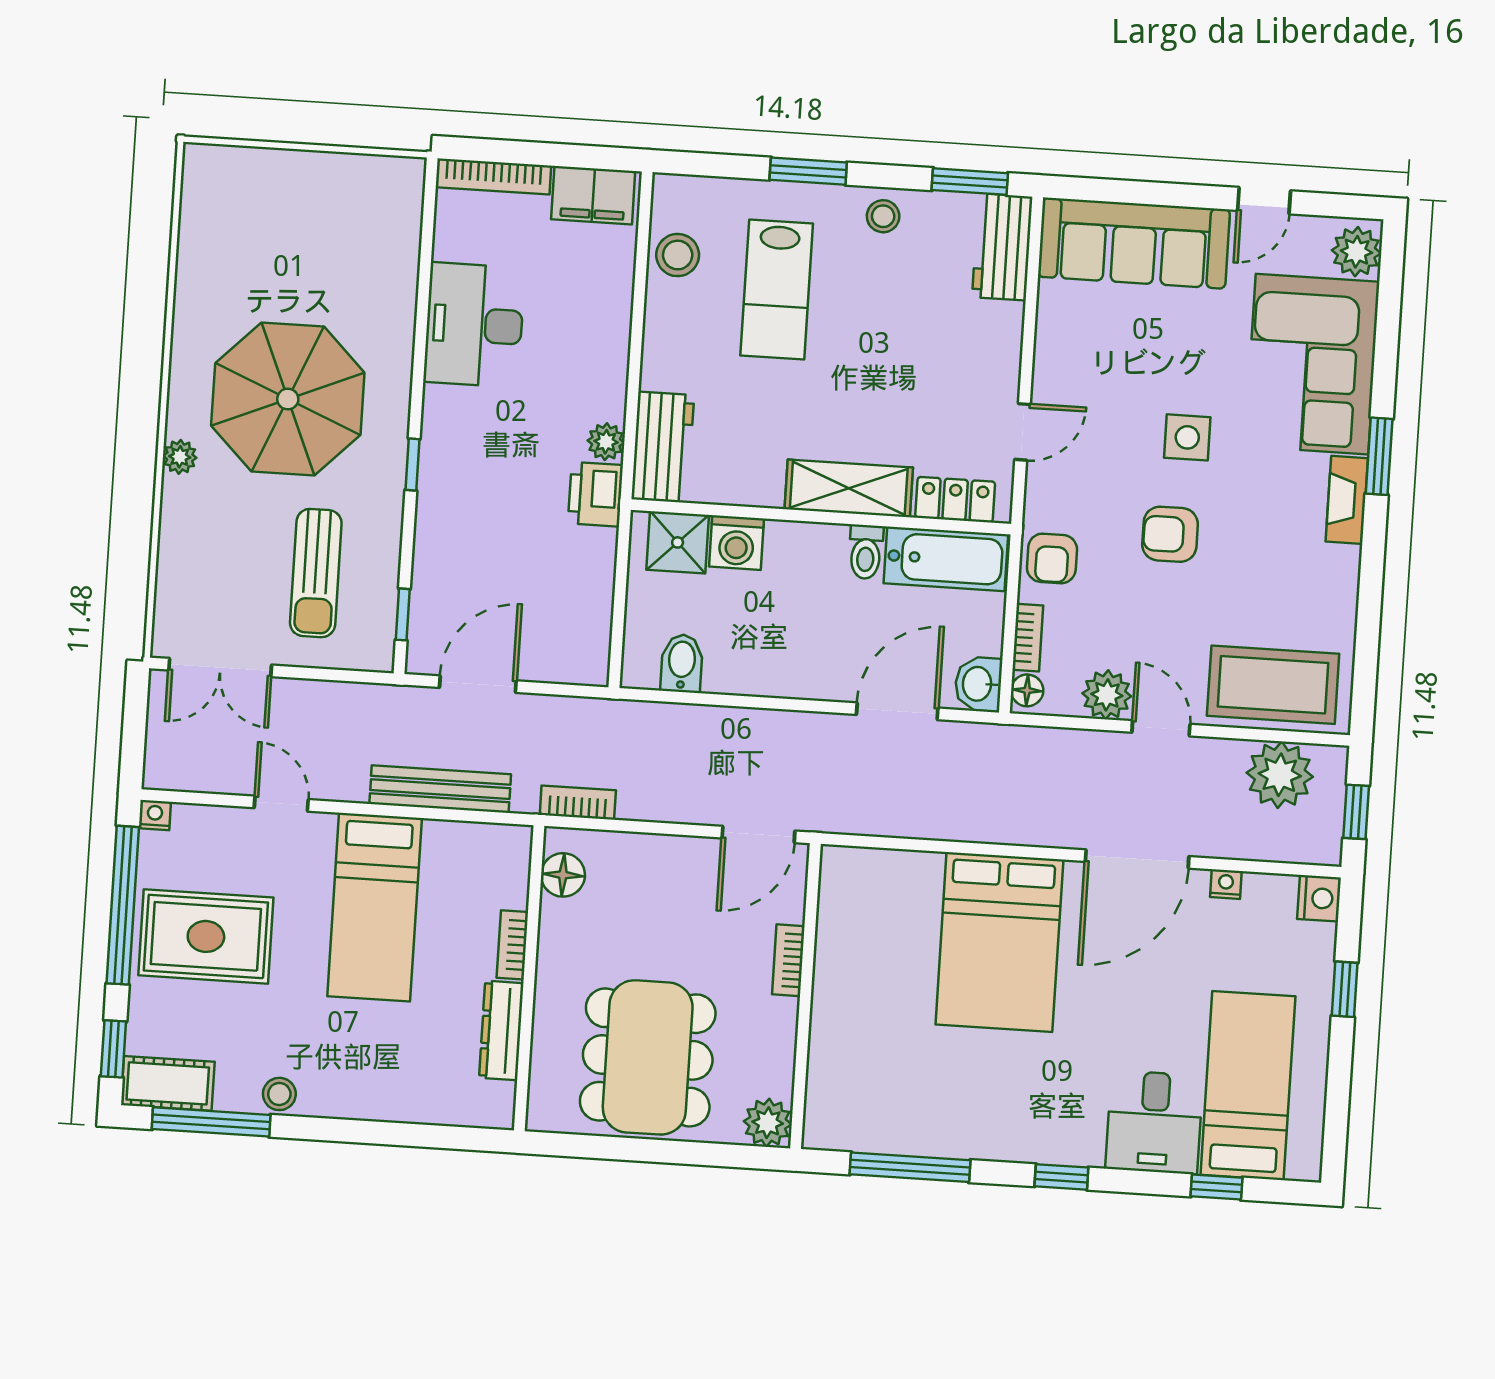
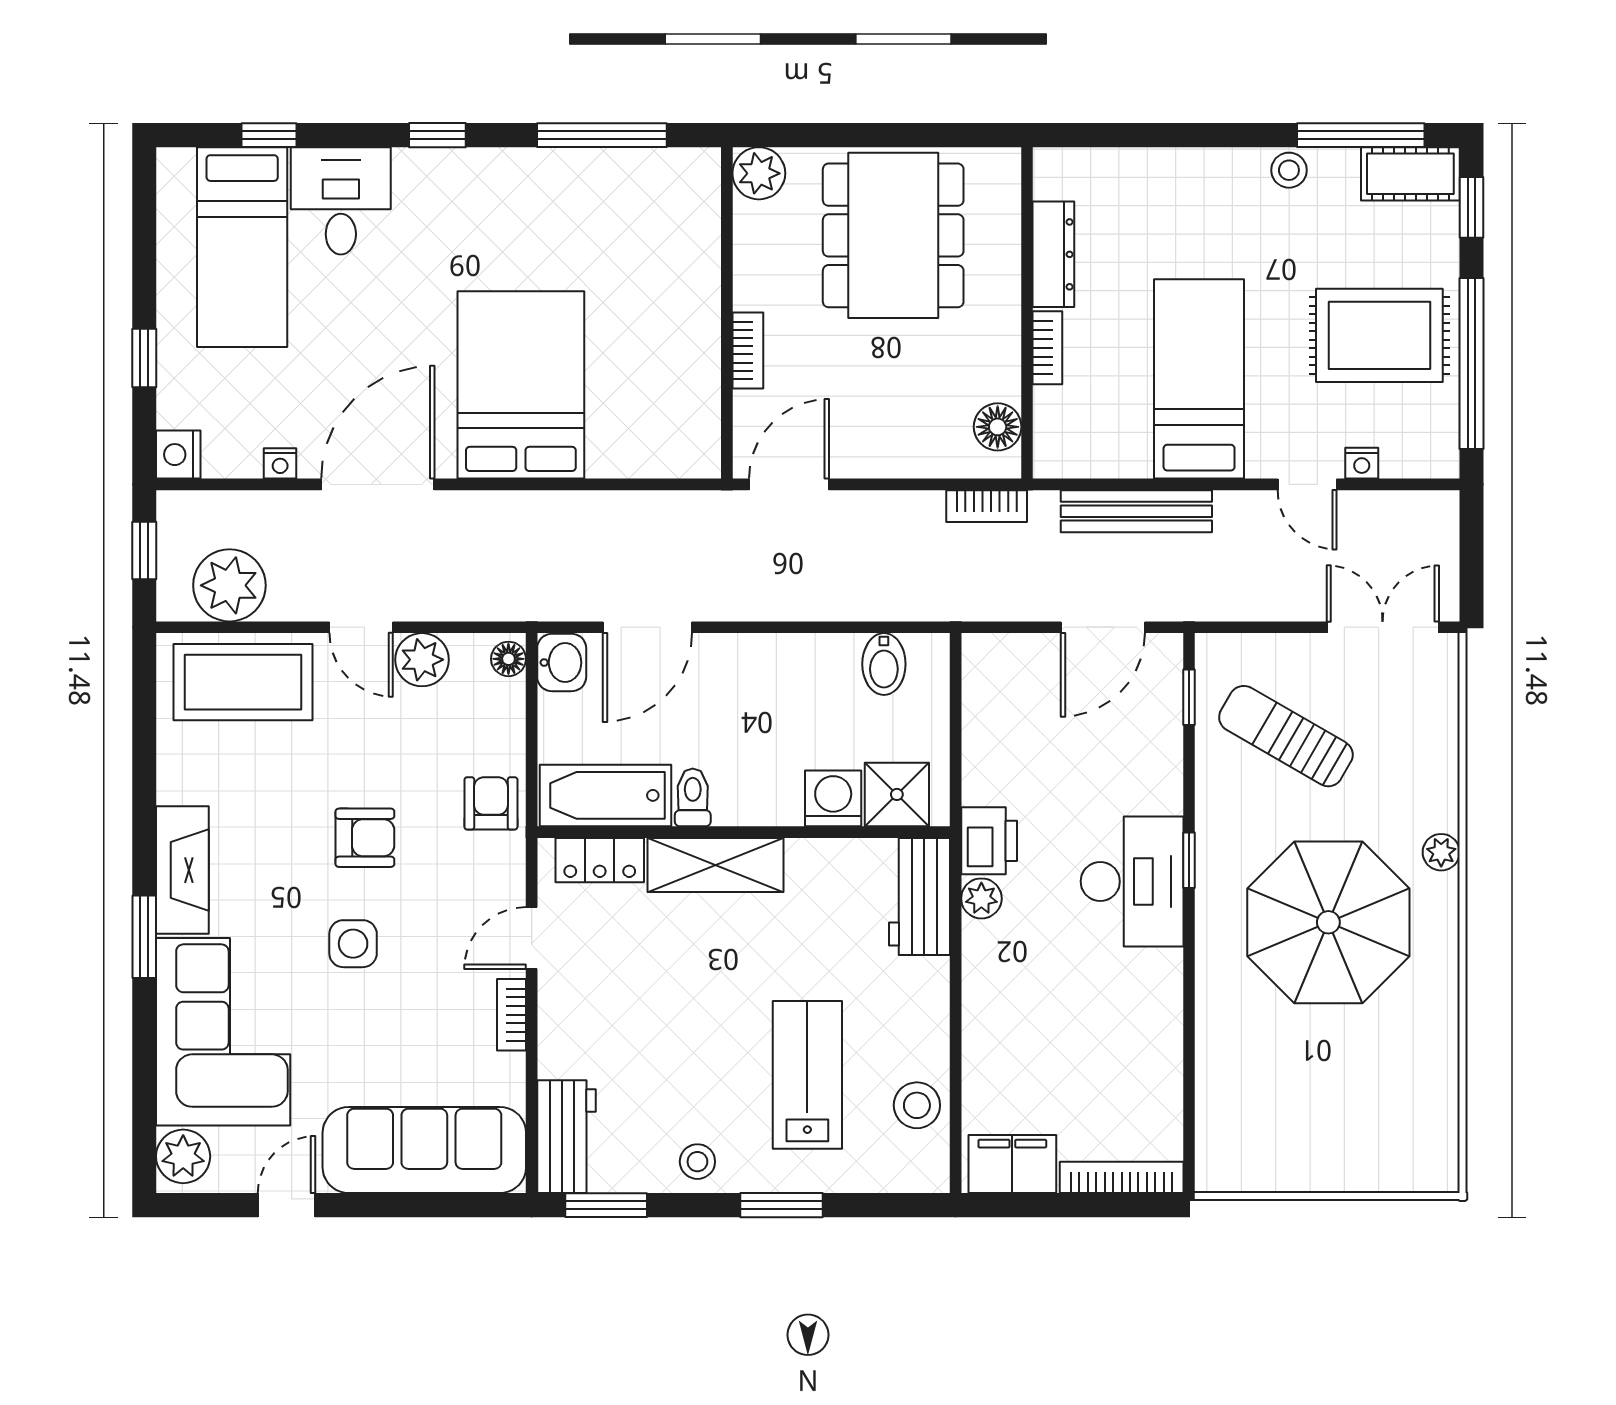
desk: (474, 325) -> (1132, 881), moved
fireplace: (1347, 500) -> (182, 870), width x1.37, depth x1.32
sun lounger: (316, 573) -> (1286, 736), turned -60
bookcase: (1028, 638) -> (511, 1015), moved
nightstand: (155, 815) -> (1362, 463), moved

